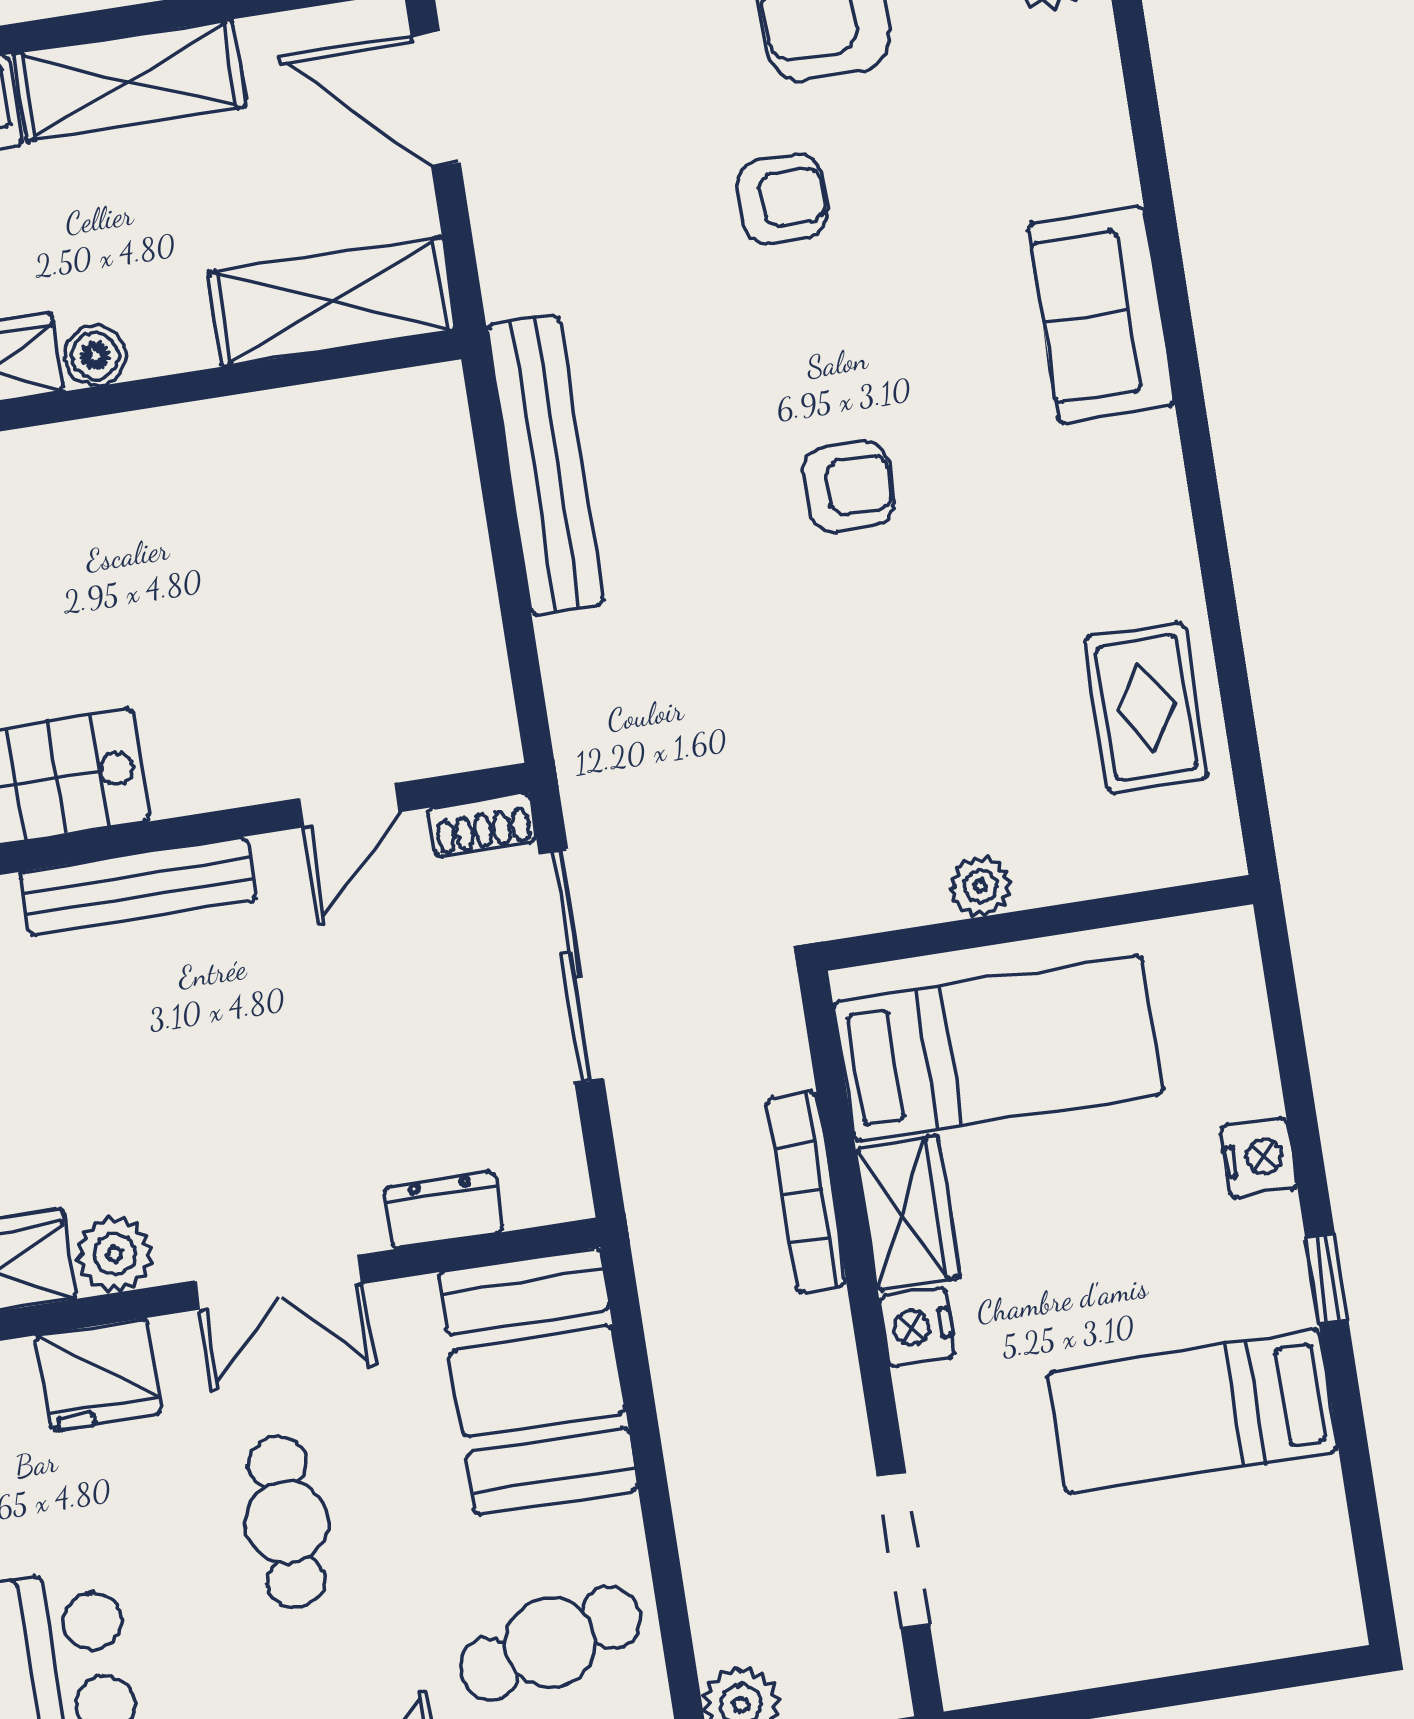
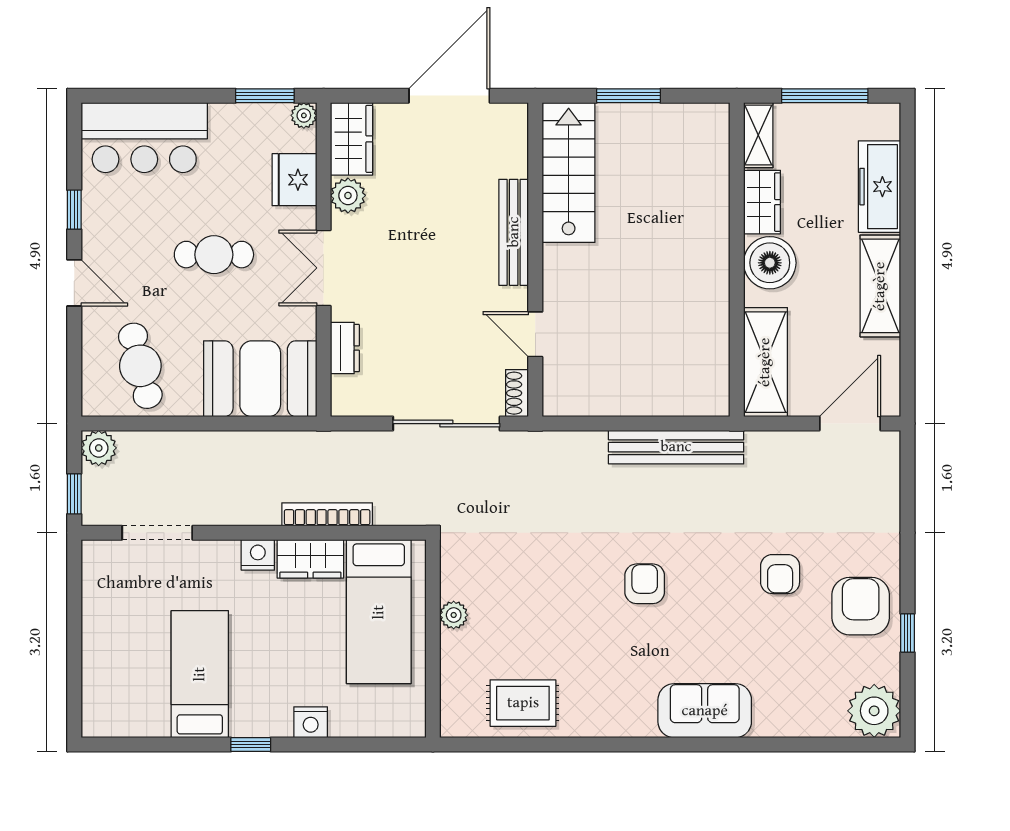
boiler: (95, 356) -> (770, 263), width x1.86, depth x1.86
armchair: (849, 486) -> (645, 584), turned 180

